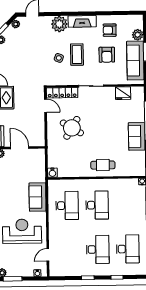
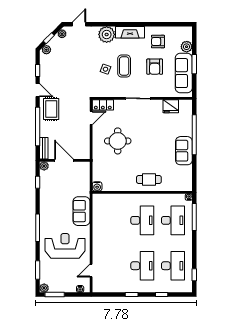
locker: (62, 93) -> (103, 105), width x0.66
door: (46, 106) -> (91, 118), hinge flipped
round table: (72, 128) -> (118, 141), turned -31
desk: (67, 206) -> (173, 220), moved

